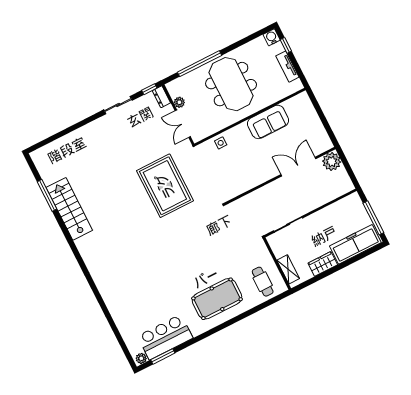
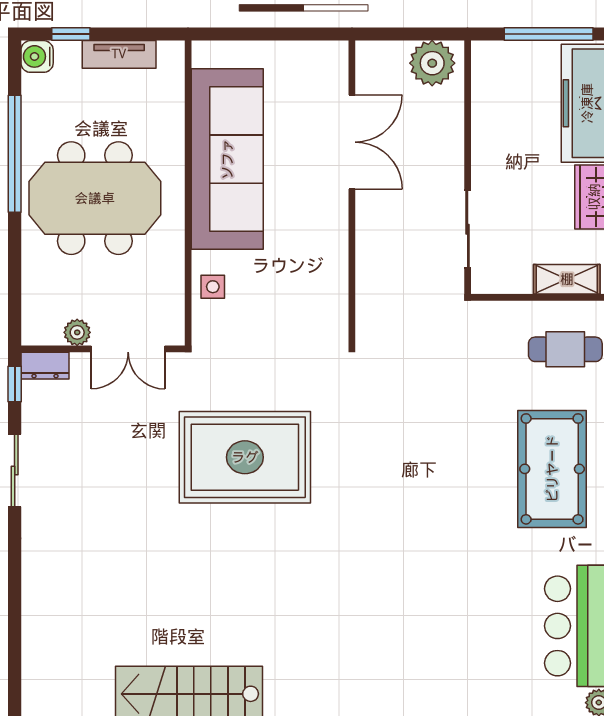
window: (200, 64) -> (15, 154), moved
sofa: (268, 122) -> (227, 159), width x1.85, depth x1.27
plant: (332, 162) -> (432, 63), moved
double door: (298, 167) -> (352, 142), swing flipped

